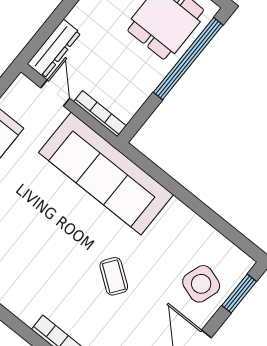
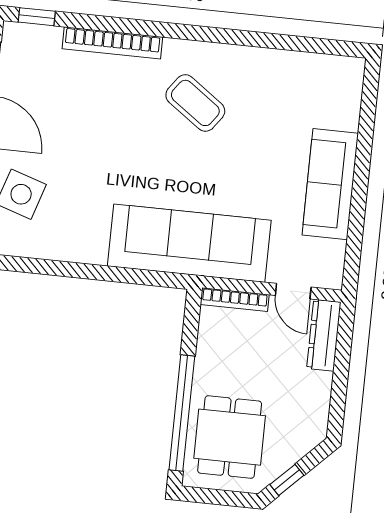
coffee table: (114, 276) -> (195, 103), moved, width x1.36, depth x1.30

